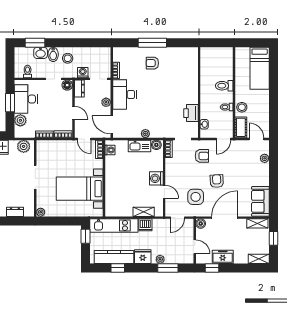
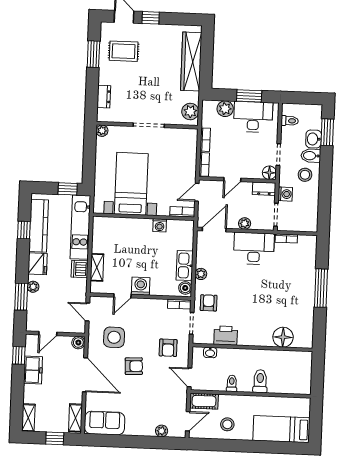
armchair: (152, 63) -> (209, 303), moved
floor lamp: (190, 70) -> (283, 337), added
stool: (242, 107) -> (227, 424), moved
washing machine: (110, 150) -> (160, 225), moved

